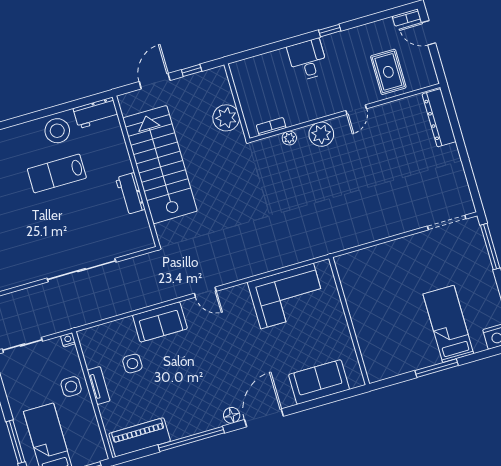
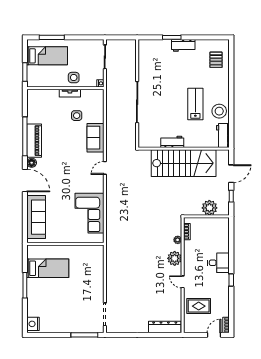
door: (155, 81) -> (231, 174), hinge flipped
plant: (226, 118) -> (209, 208), moved
bed: (448, 324) -> (48, 268), moved
sofa: (319, 382) -> (36, 217), width x1.36
piano: (140, 437) -> (34, 141), moved

